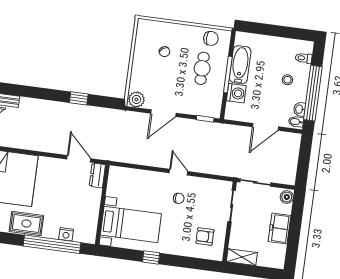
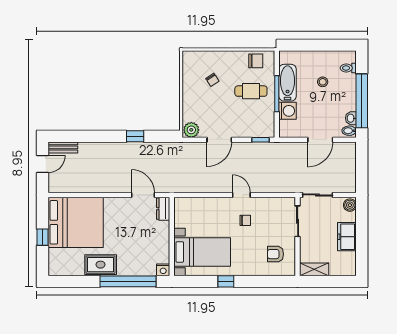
cafe table: (202, 68) -> (251, 91), turned 90
stool: (287, 80) -> (323, 82), moved
nightstand: (66, 234) -> (163, 270), moved

